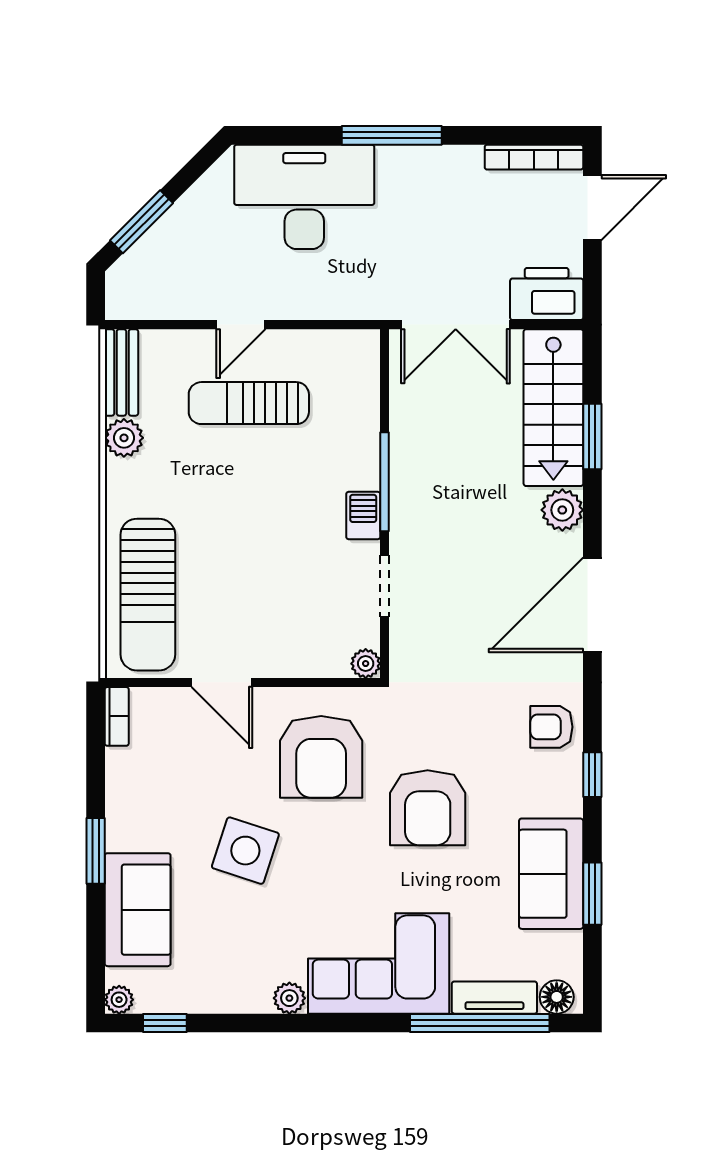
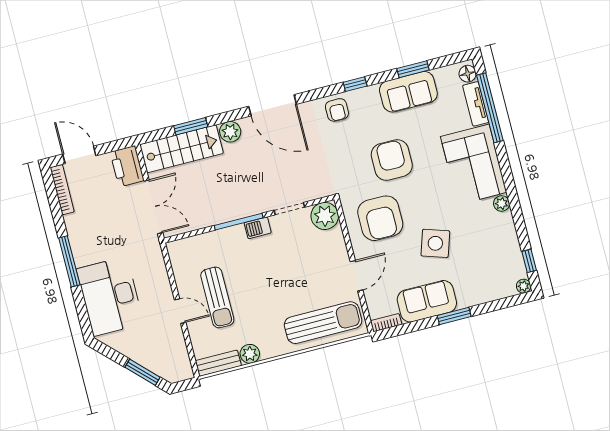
plant: (366, 664) -> (325, 216), width x1.88, depth x1.88
armchair: (321, 757) -> (380, 218), turned 90
armchair: (428, 808) -> (392, 160), turned -90
sofa: (138, 910) -> (427, 301), moved

